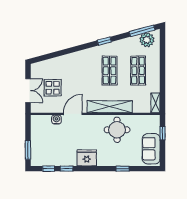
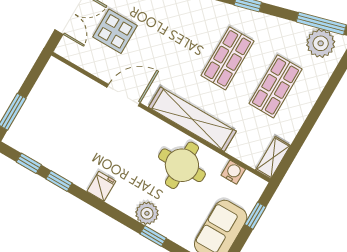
water cooler: (56, 120) -> (233, 172), moved
fridge: (87, 158) -> (101, 186), width x0.53, depth x0.75
plant: (114, 160) -> (147, 213), added

